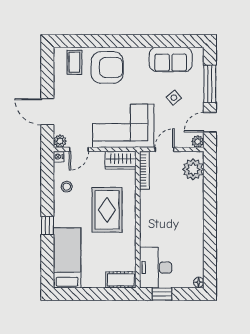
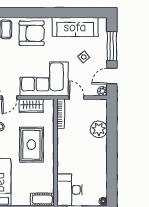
sofa: (171, 59) -> (75, 27), width x1.36
door: (164, 149) -> (76, 97), hinge flipped
wardrobe: (120, 160) -> (31, 106), moved
plant: (193, 169) -> (99, 129), moved

